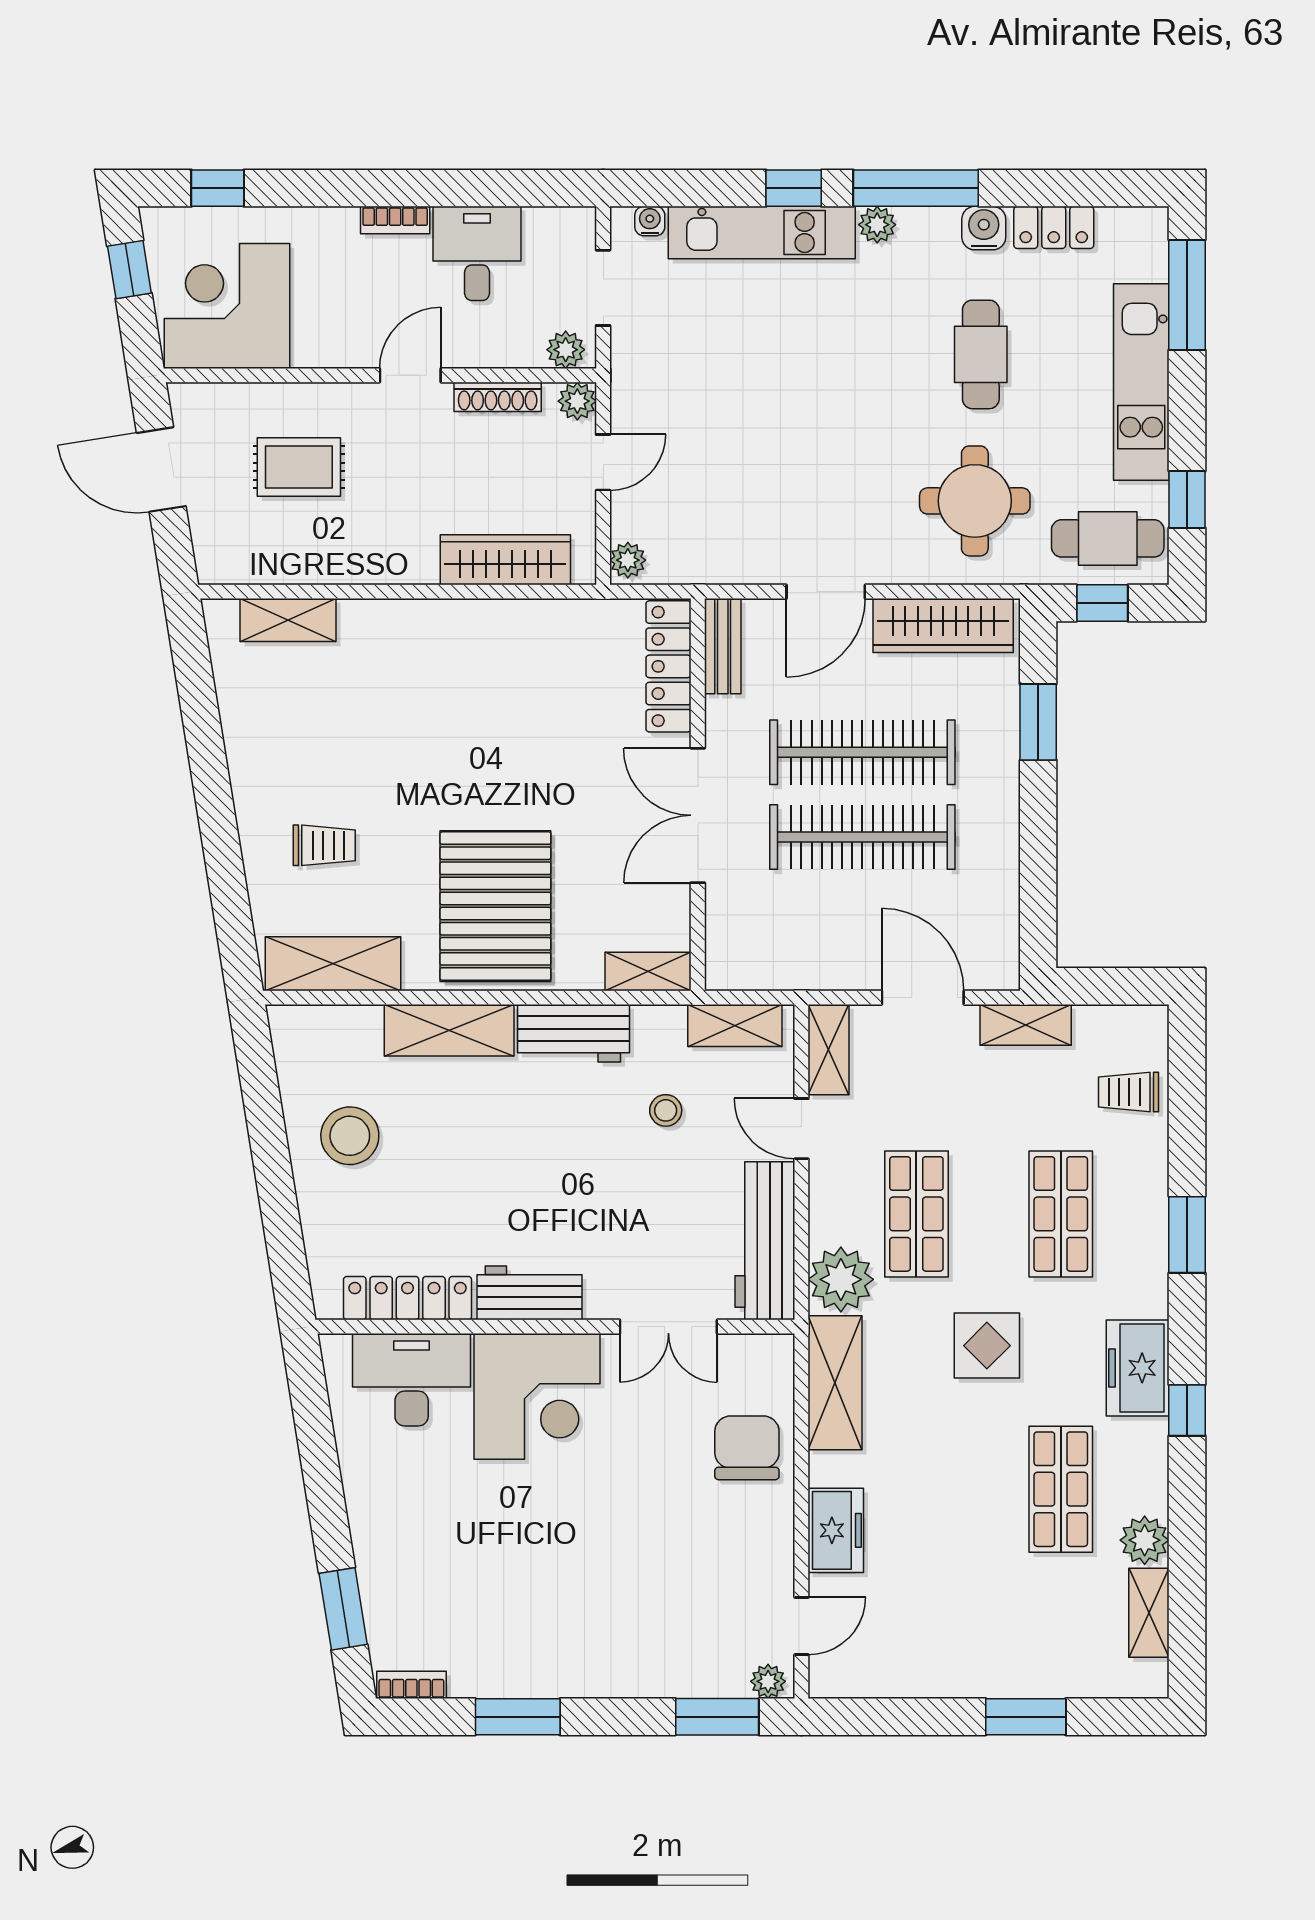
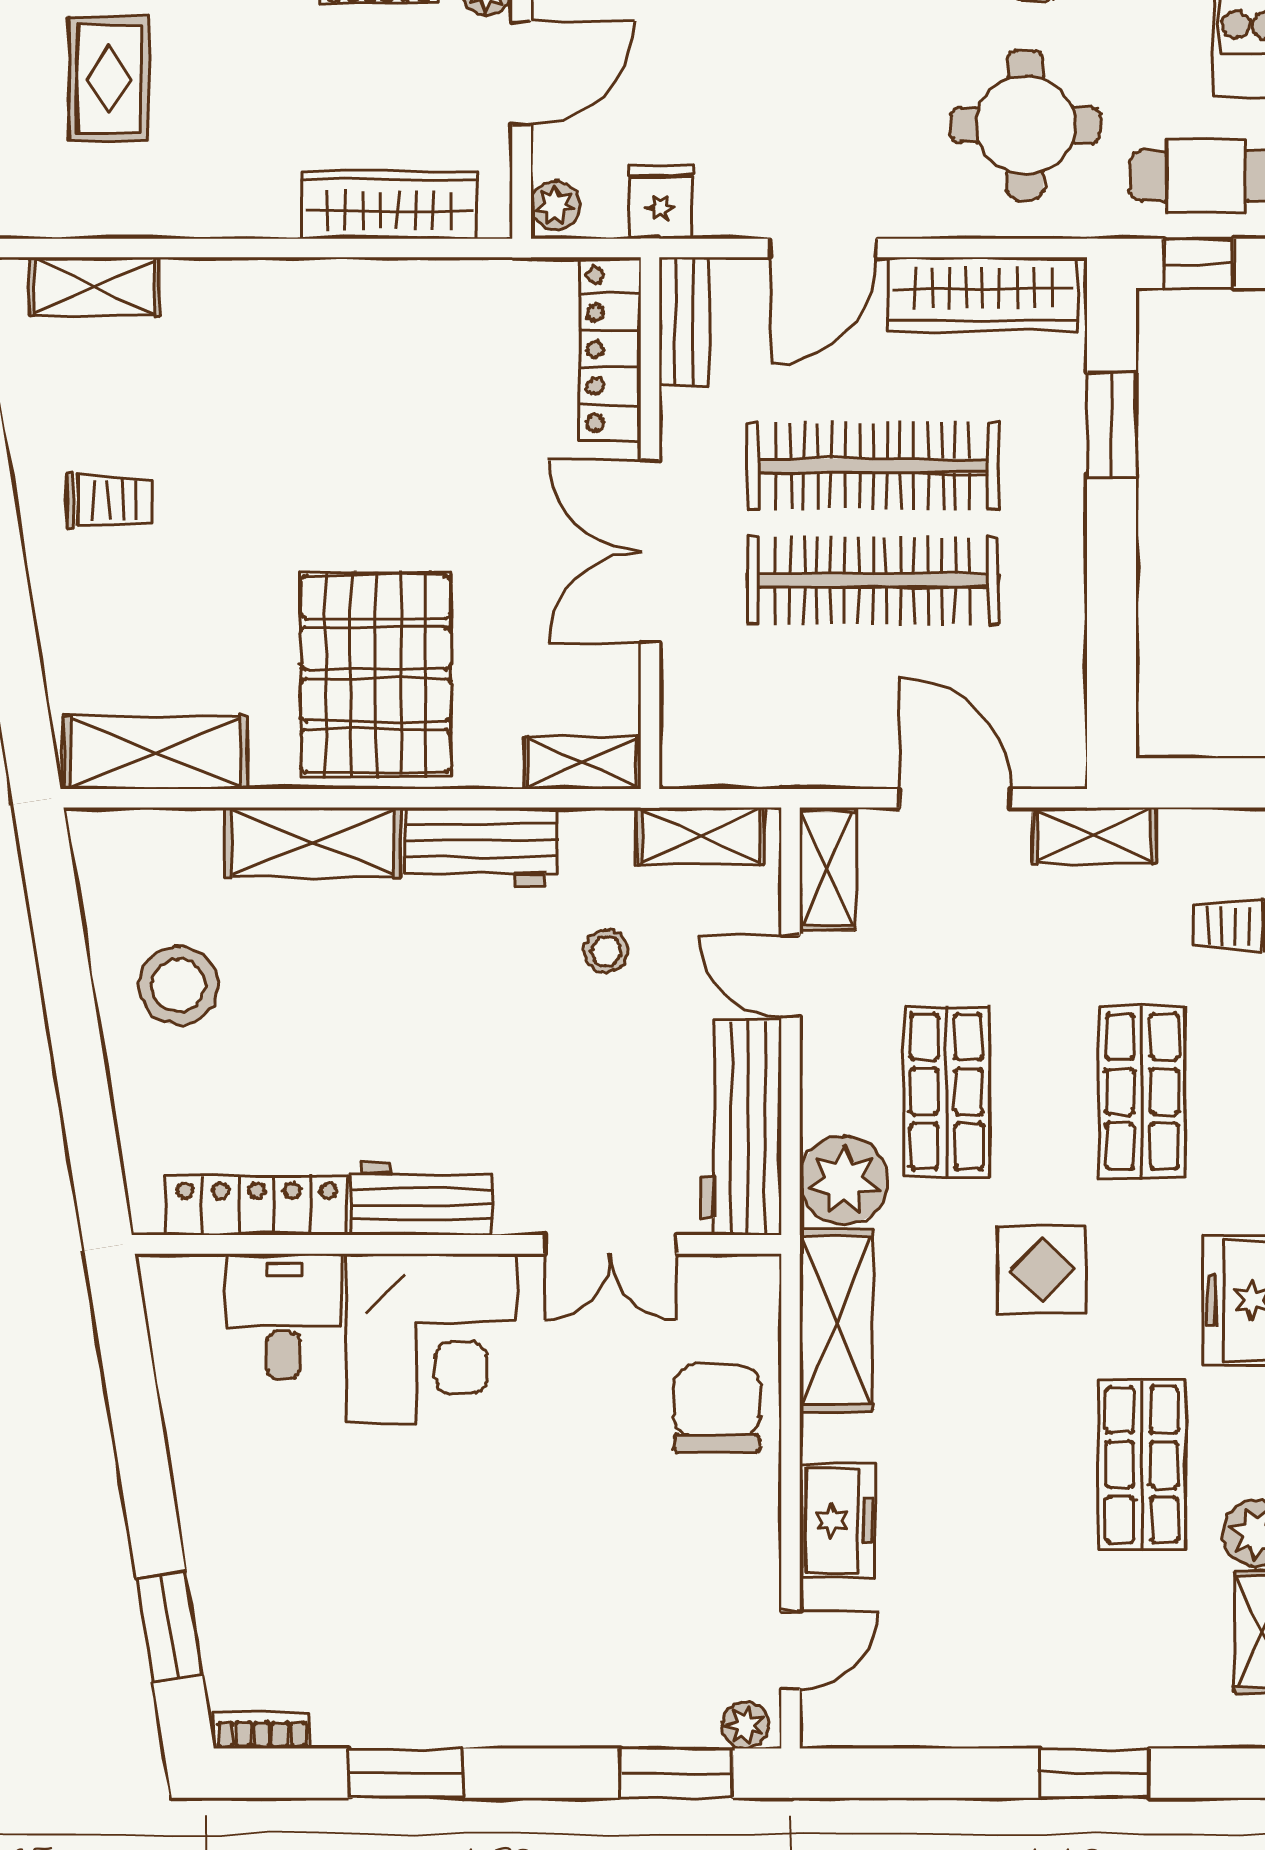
door: (603, 462) -> (522, 73), width x1.38
rug: (299, 467) -> (109, 79), turned 90
fridge: (705, 558) -> (660, 202), added
trolley: (324, 845) -> (109, 500), moved
desk: (412, 1380) -> (284, 1316), width x0.73

